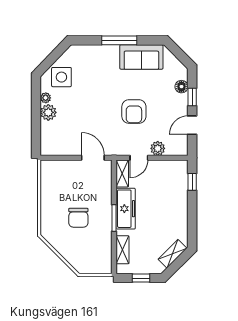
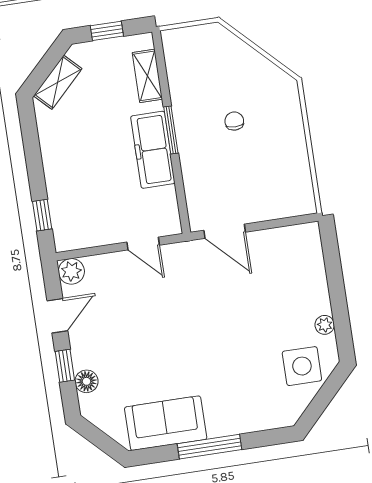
armchair: (134, 111) -> (164, 324), removed
plant: (48, 112) -> (316, 300), removed
plant: (158, 148) -> (71, 271), moved
door: (139, 158) -> (143, 244), swing flipped
shelving: (122, 174) -> (168, 211), removed
chair: (78, 218) -> (234, 121), width x0.54, depth x0.54

